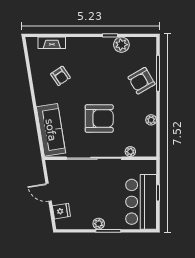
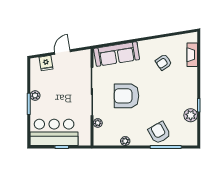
armchair: (99, 118) -> (127, 96), turned 90

